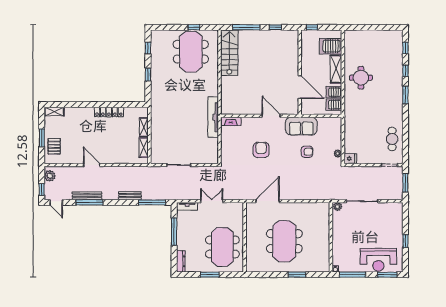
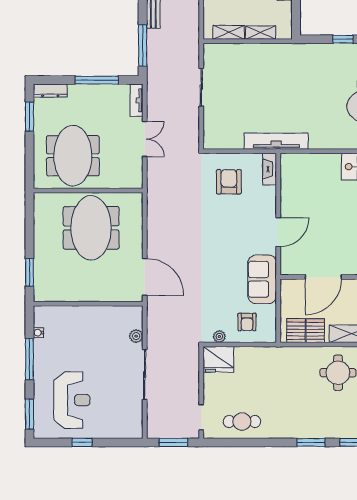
armchair: (261, 150) -> (229, 182), moved, turned -90
armchair: (307, 152) -> (247, 322), moved
fridge: (350, 159) -> (218, 359), width x1.88, depth x1.34
door: (268, 201) -> (145, 277), moved
wall: (331, 237) -> (88, 304), moved
meeting table: (284, 241) -> (91, 228), moved, turned 90
meeting table: (222, 247) -> (73, 156), turned 90
reception desk: (378, 260) -> (72, 400), moved, turned 180
window: (210, 275) -> (29, 116), moved

